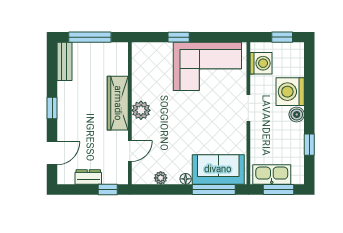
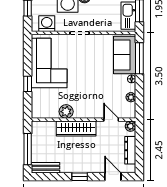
plant: (141, 110) -> (66, 112), moved
dresser: (88, 177) -> (130, 150), width x1.44
plant: (121, 177) -> (130, 126), added
window: (108, 189) -> (139, 136), removed

